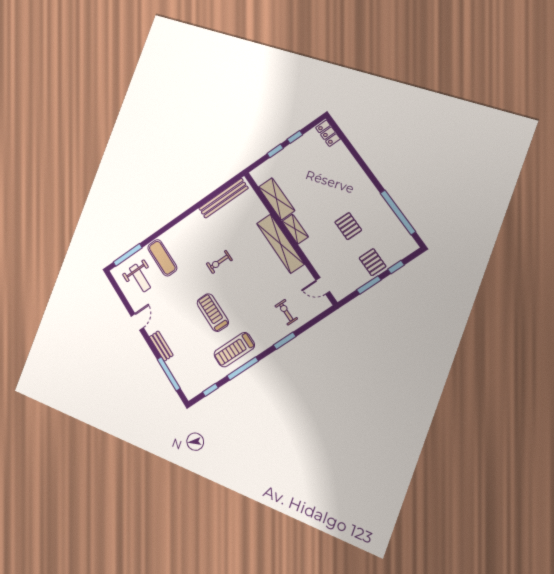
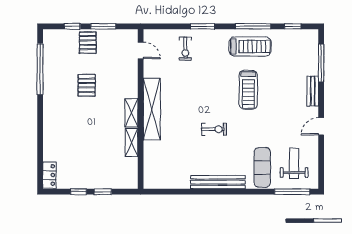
bench: (223, 198) -> (218, 182), moved
shelving: (277, 199) -> (132, 142), width x0.67, depth x0.75

